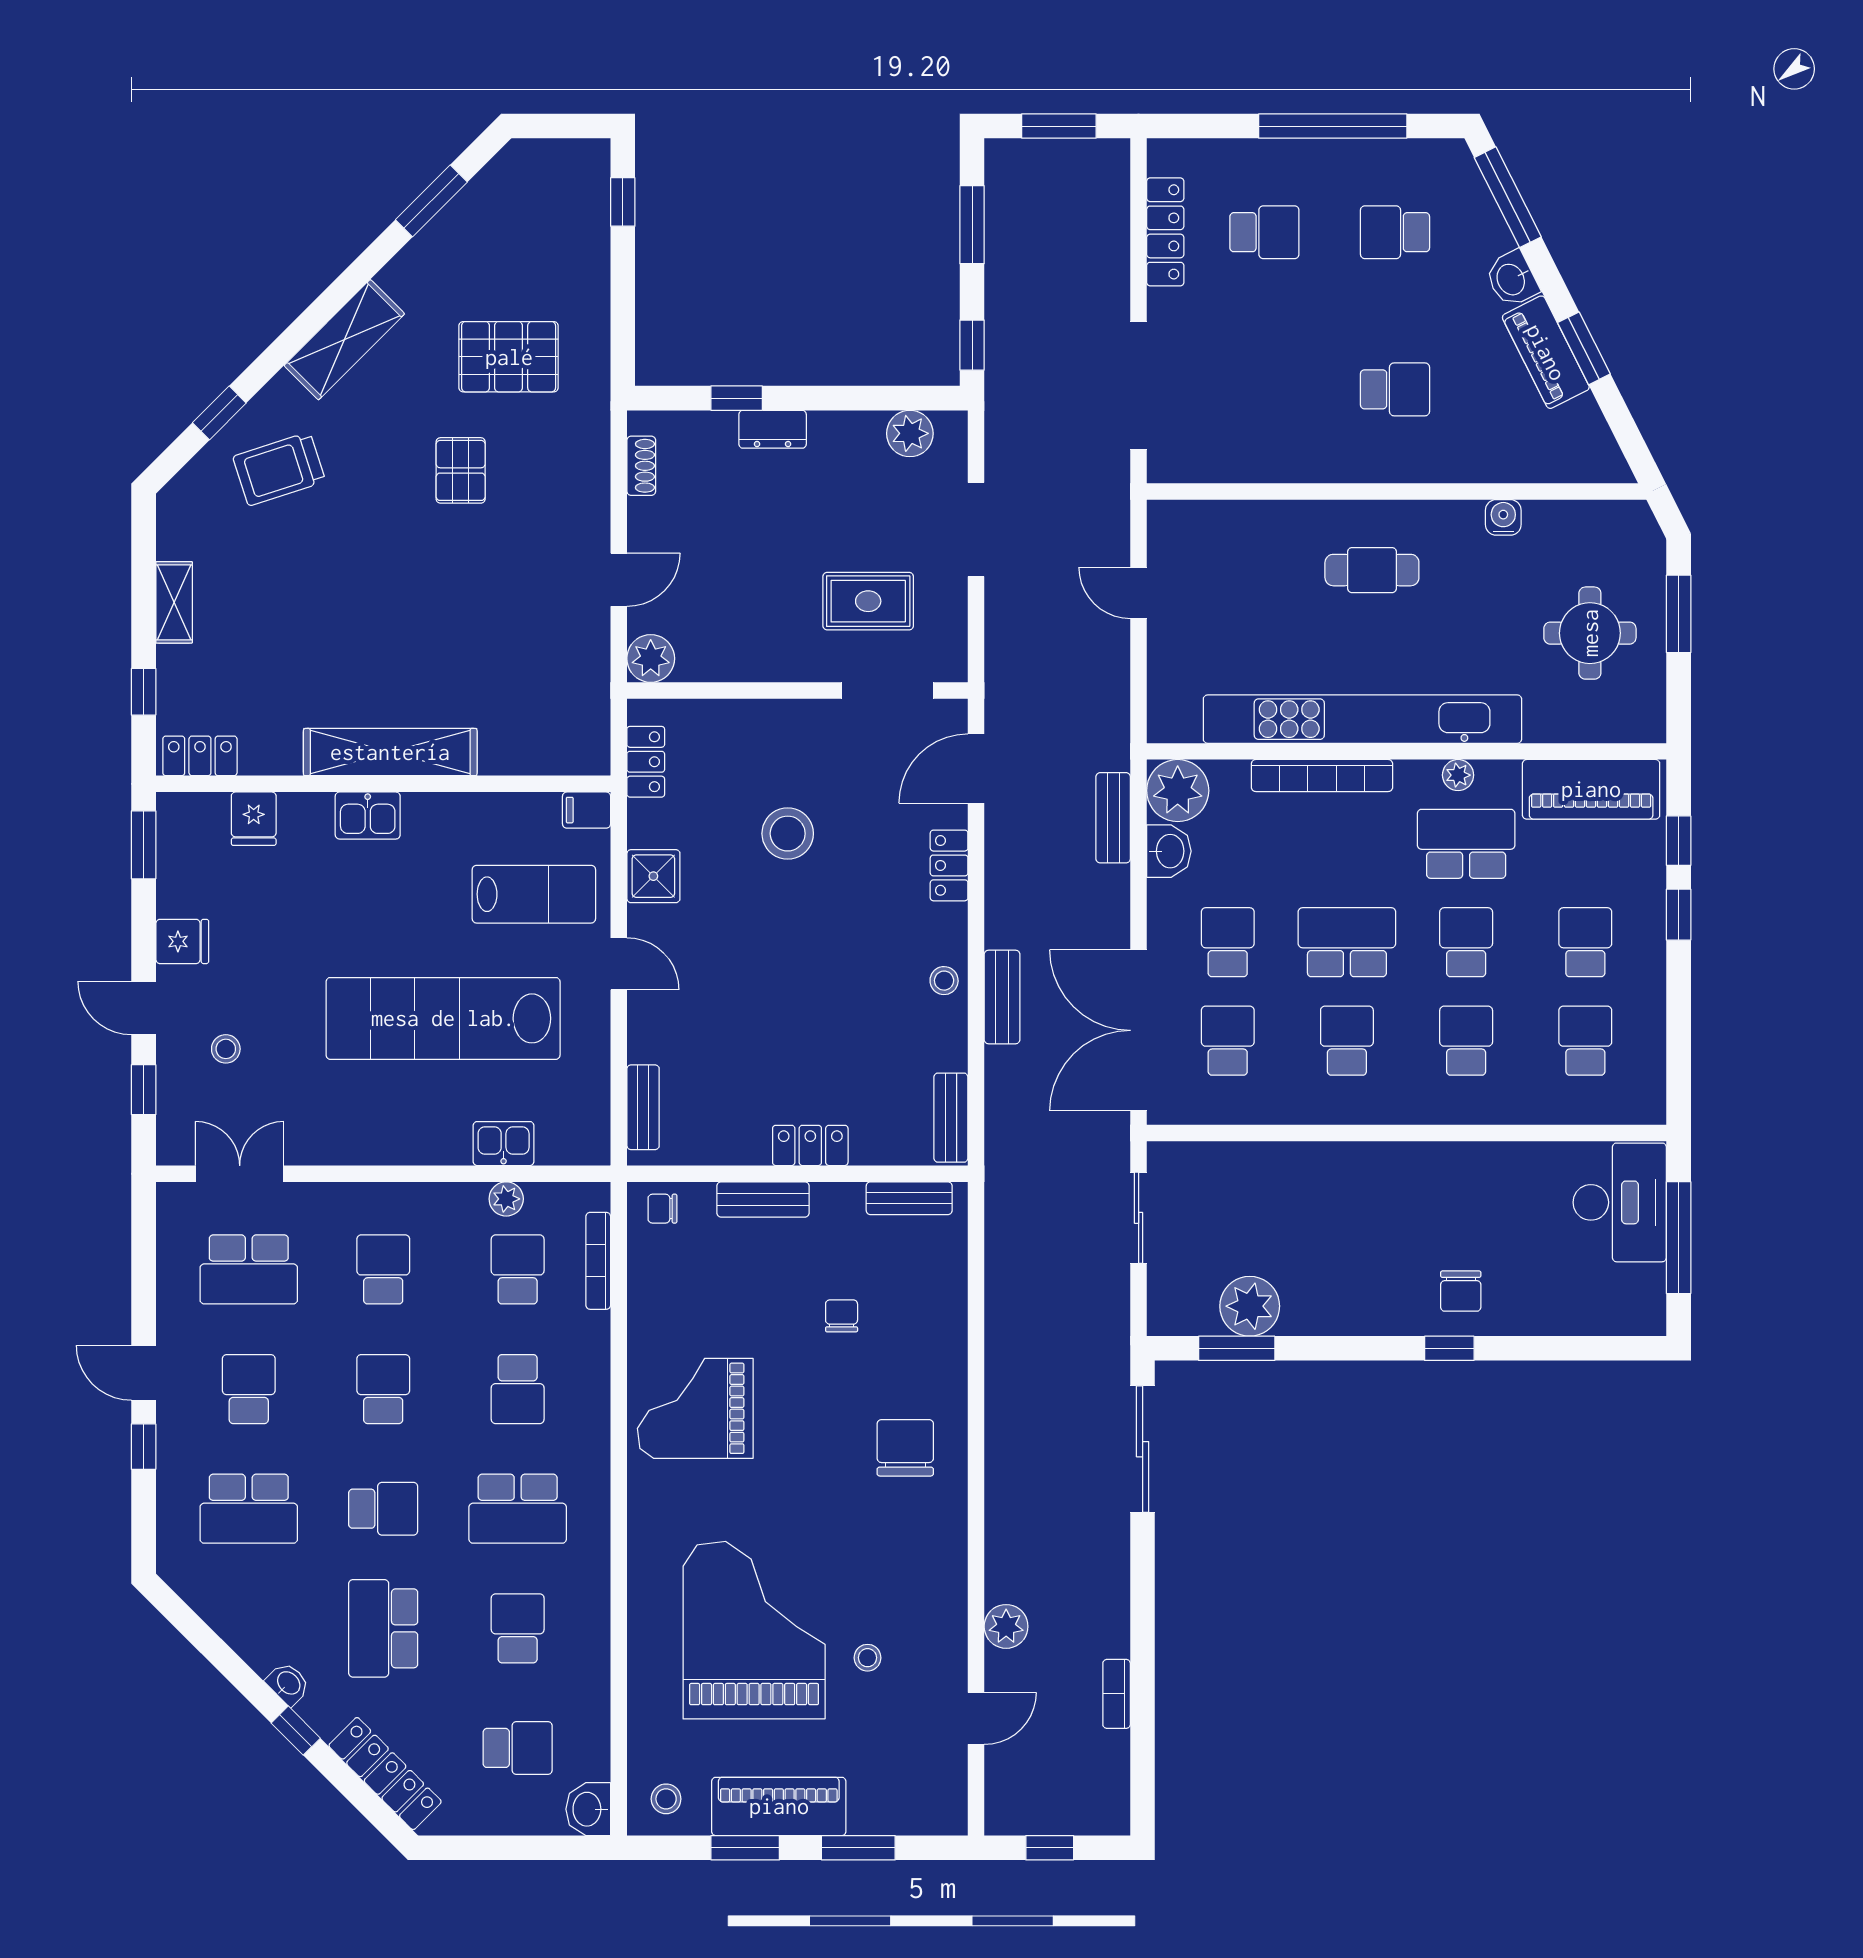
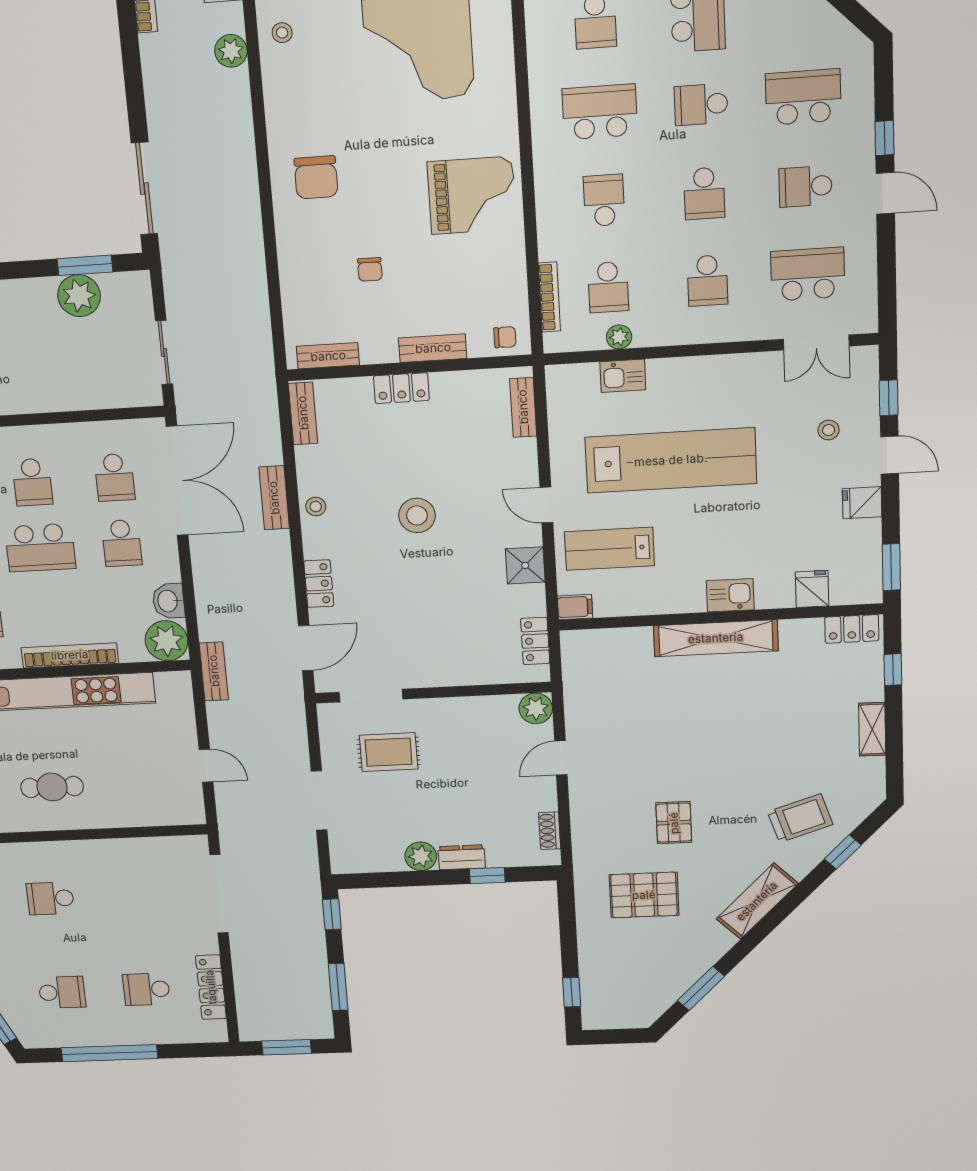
plant: (910, 433) -> (421, 856), moved
bench: (1113, 818) -> (214, 671), moved
stool: (788, 834) -> (417, 515), moved
school desk: (249, 1389) -> (805, 186), turned 90
stool: (867, 1658) -> (282, 33), moved

